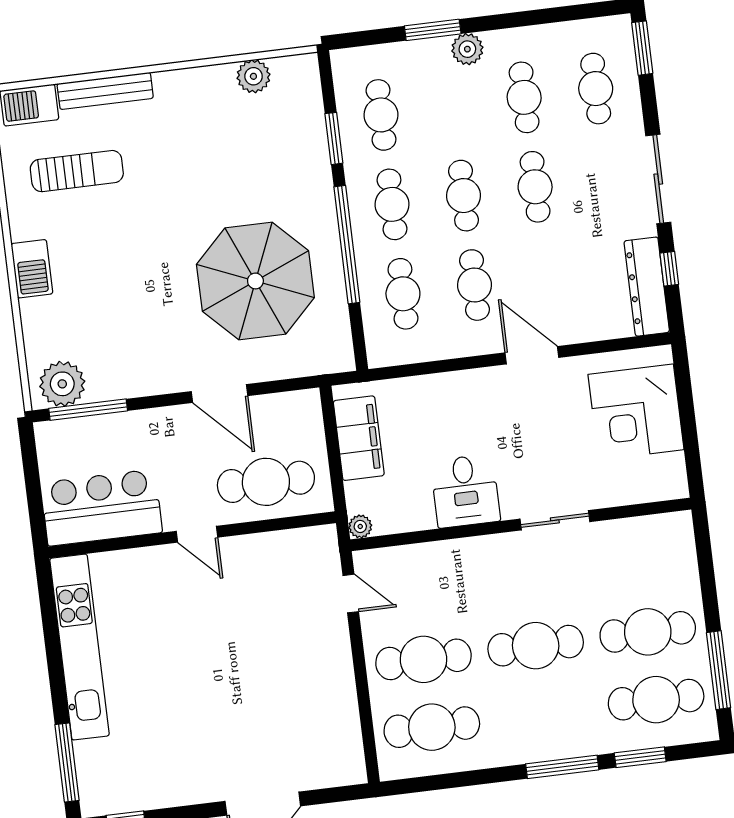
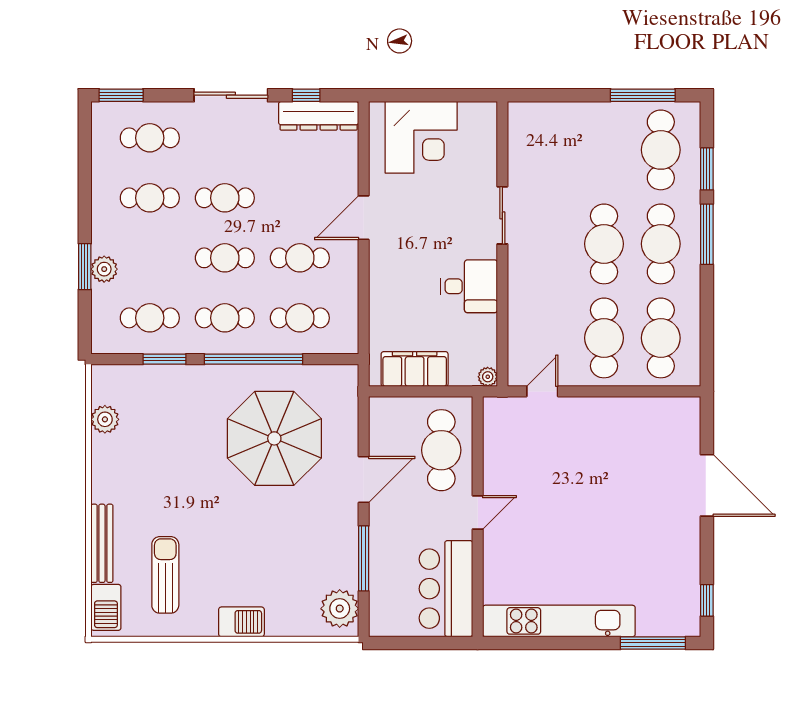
plant: (467, 49) -> (104, 269), moved
window: (88, 410) -> (364, 558), moved
cafe table: (648, 632) -> (661, 244), moved

